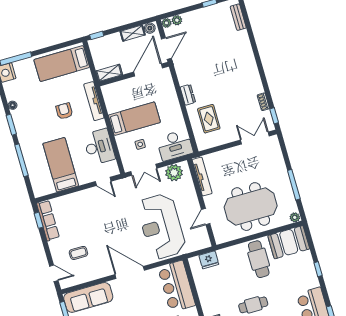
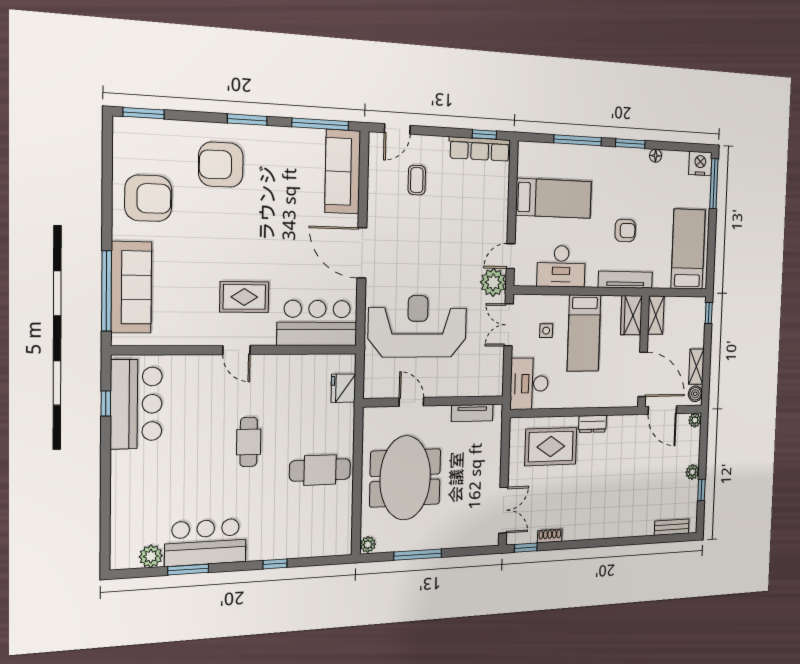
plant: (177, 20) -> (692, 472), moved
wardrobe: (114, 90) -> (631, 315), added
rug: (209, 119) -> (551, 447), width x1.36, depth x1.43
plant: (174, 173) -> (493, 282), moved
tv unit: (202, 177) -> (472, 413), width x0.71
booth: (289, 242) -> (332, 526), removed
door: (130, 272) -> (362, 253), swing flipped

